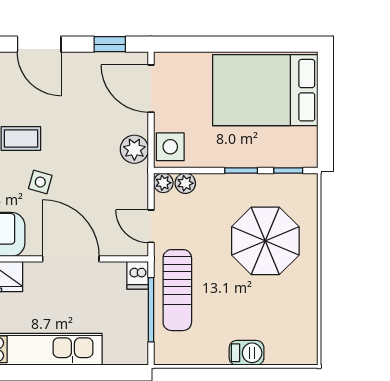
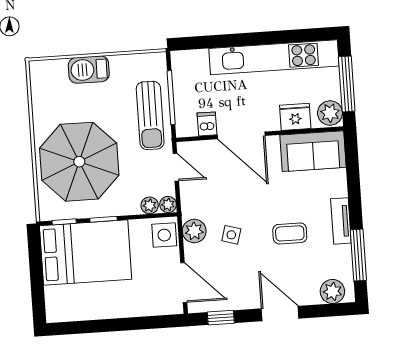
bed: (265, 90) -> (86, 252), moved
side table: (40, 182) -> (231, 235), moved
parasol: (265, 241) -> (79, 162), width x1.36, depth x1.36
dishwasher: (138, 275) -> (207, 124), moved
sun lounger: (177, 290) -> (150, 115), turned 180
barbecue: (247, 353) -> (89, 70), width x1.38, depth x1.27

